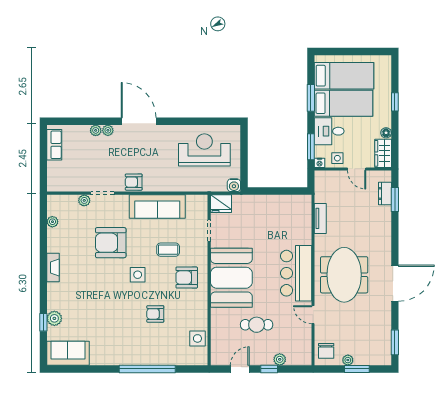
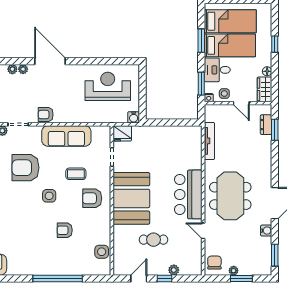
tv unit: (320, 218) -> (209, 141), width x1.41
water cooler: (385, 314) -> (266, 231), added
chair: (326, 351) -> (214, 263), turned 180

